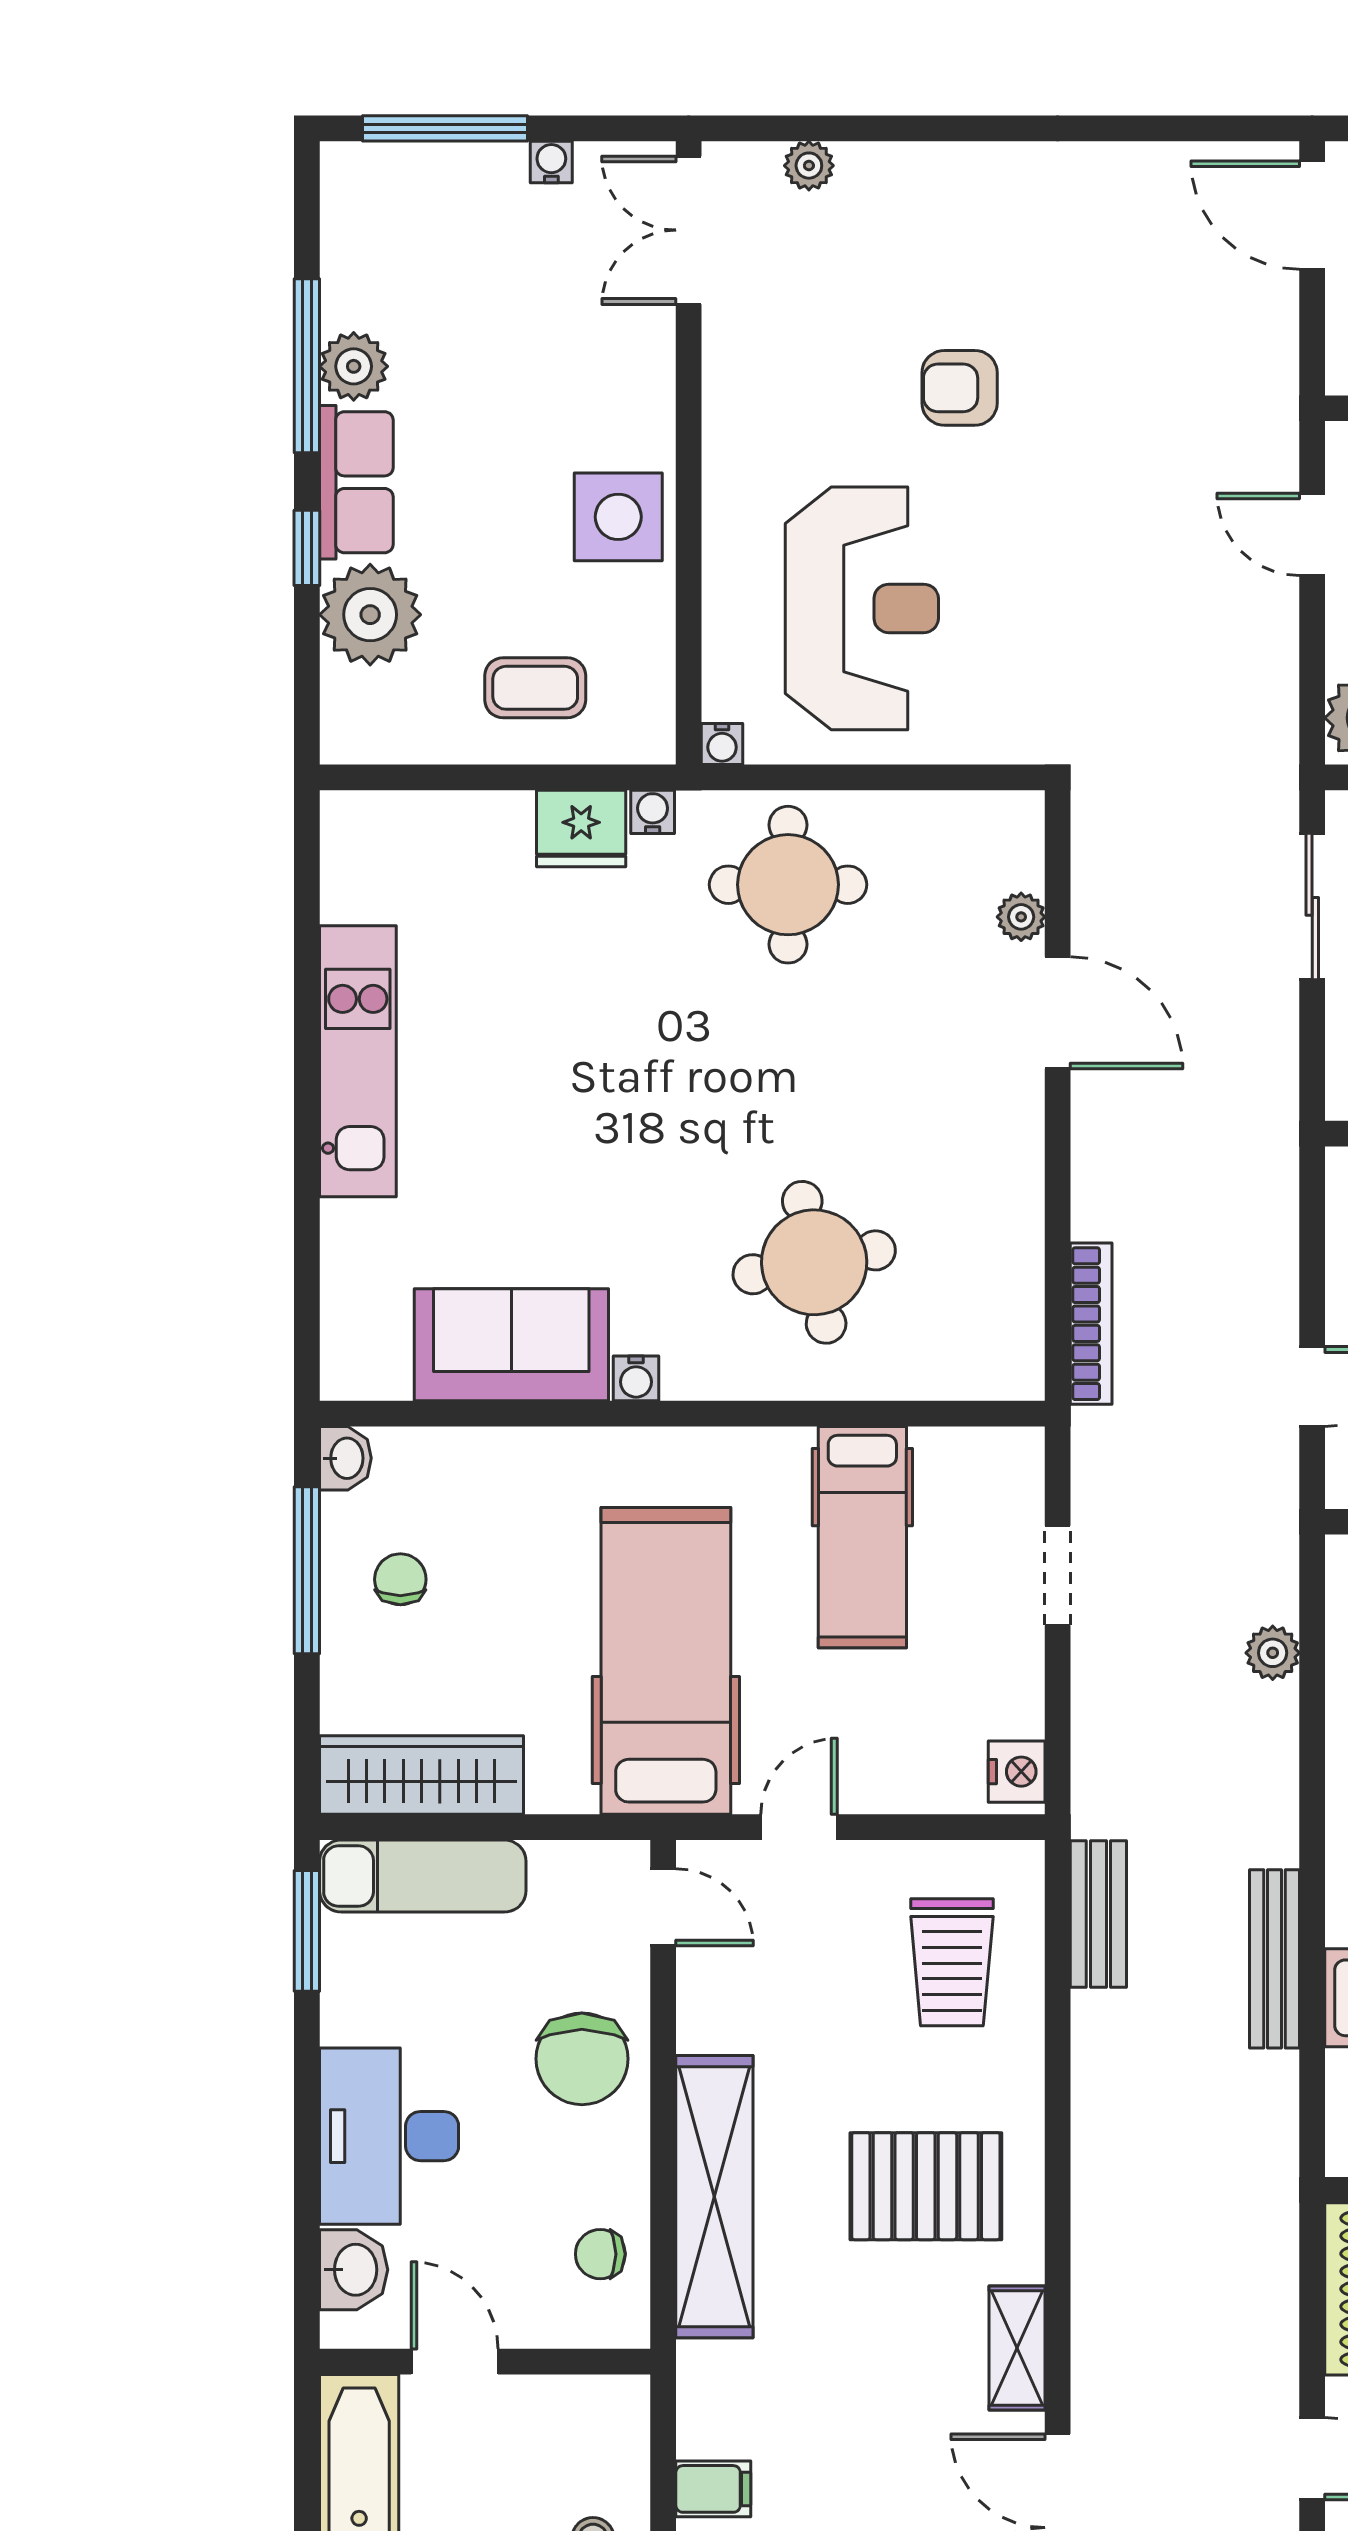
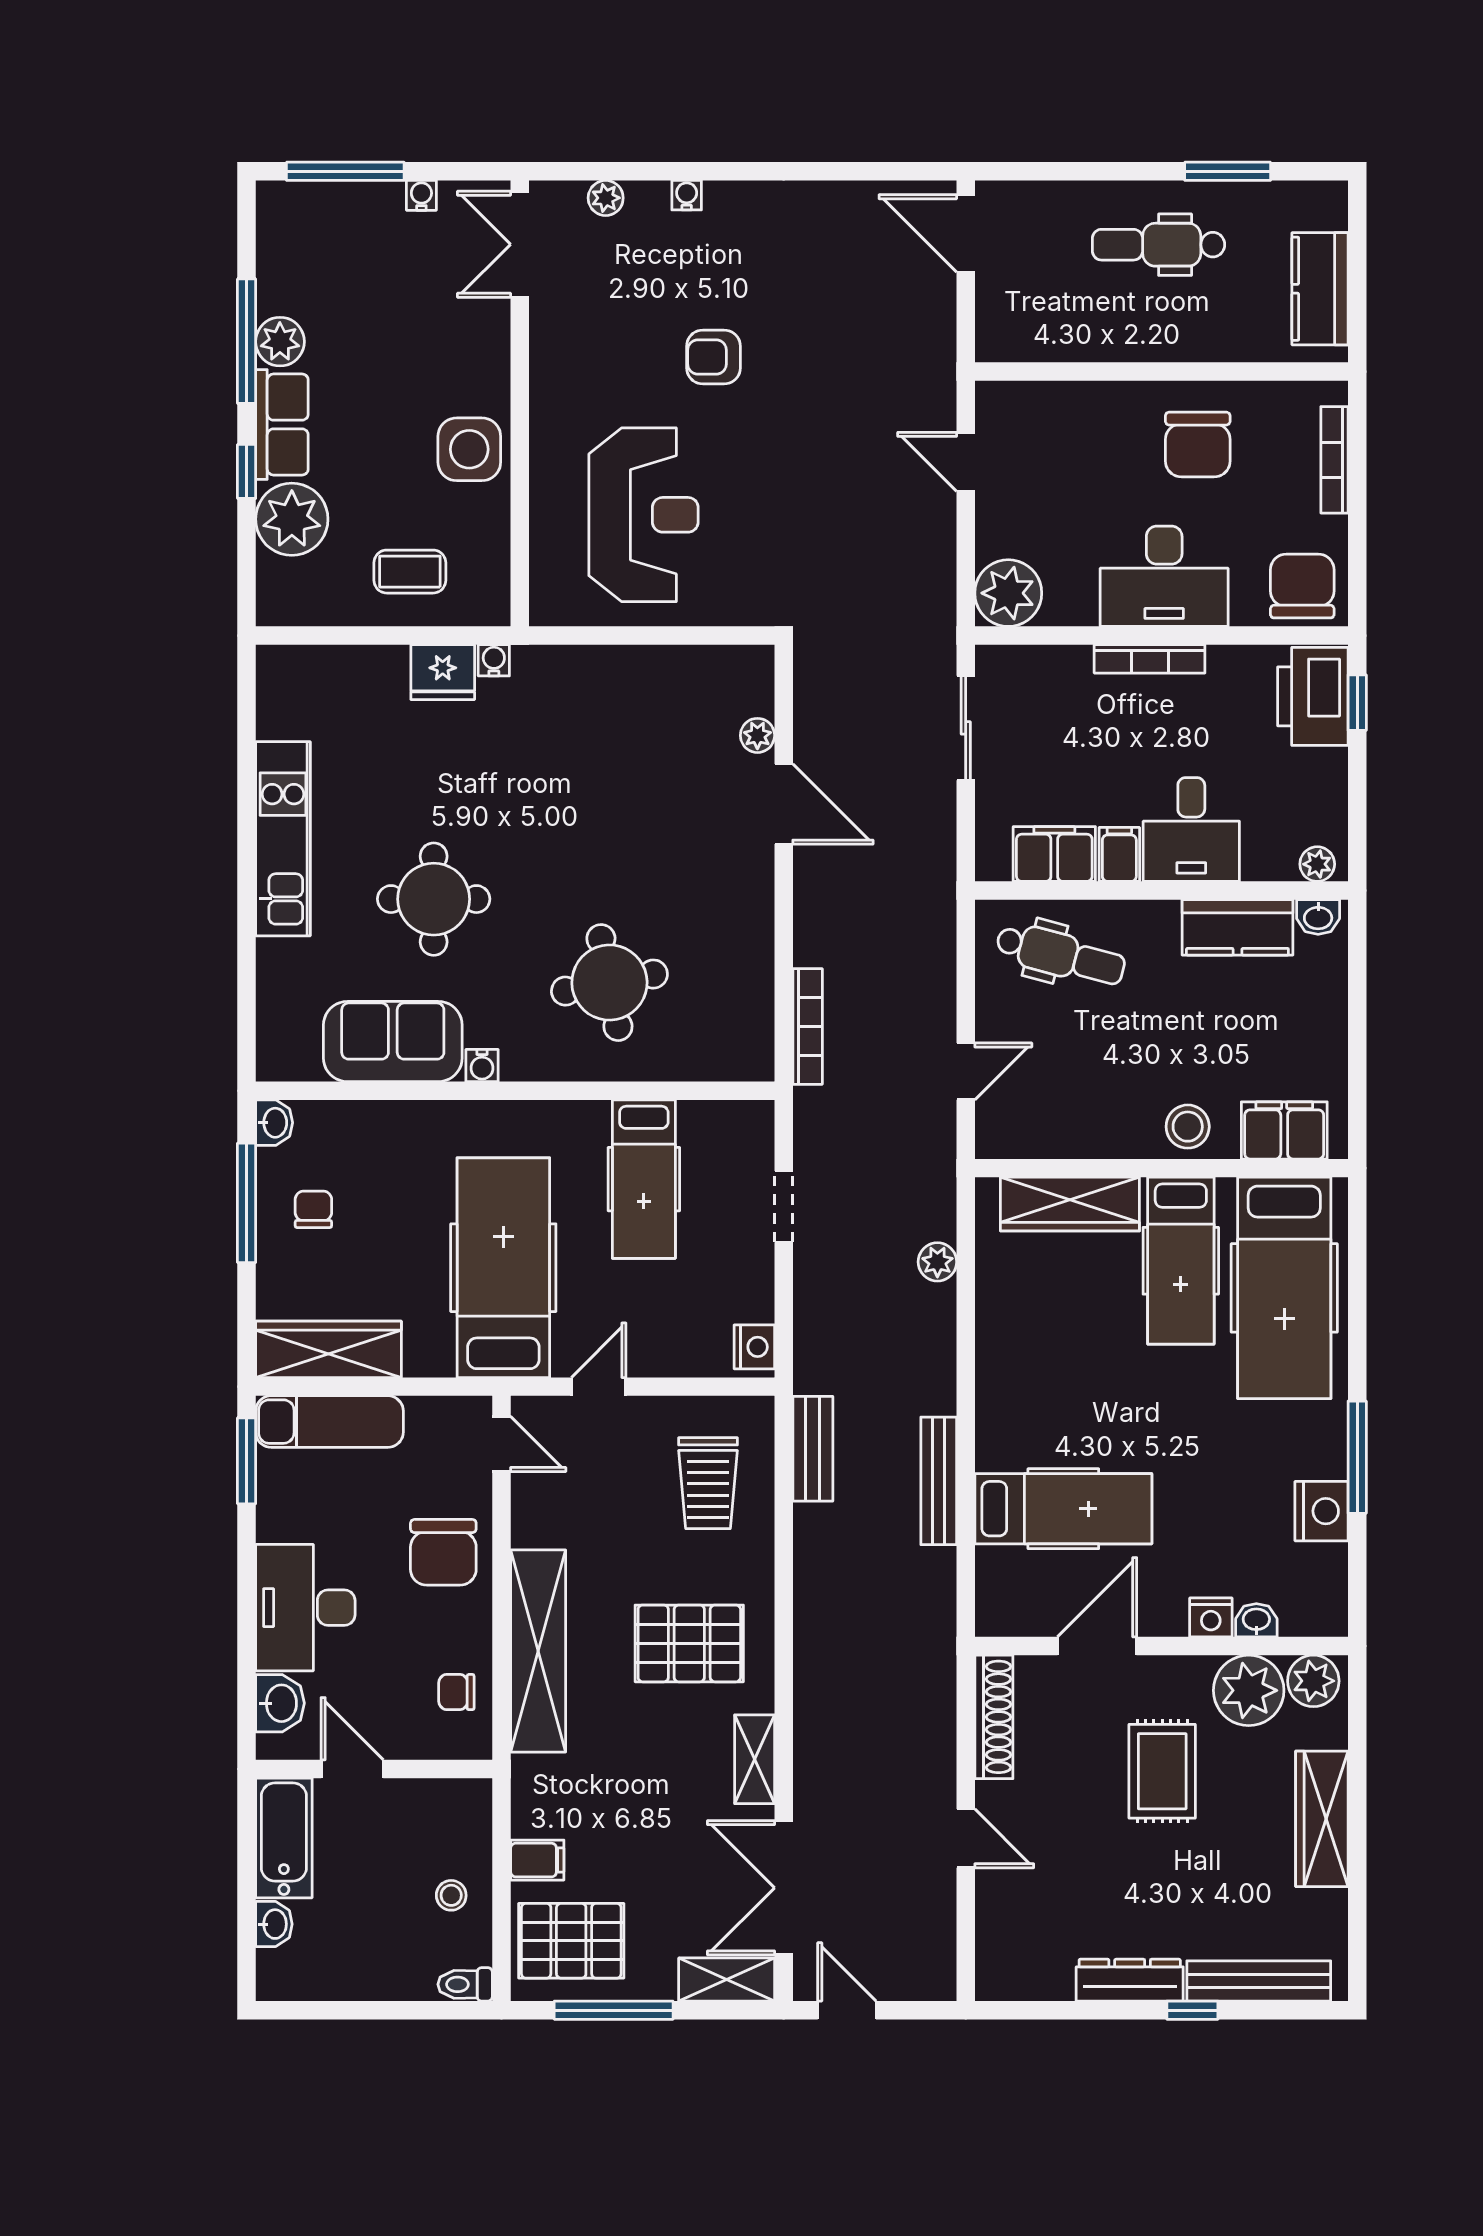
water cooler: (722, 744) -> (687, 195), moved, turned 180
round table: (788, 885) -> (434, 899), moved

